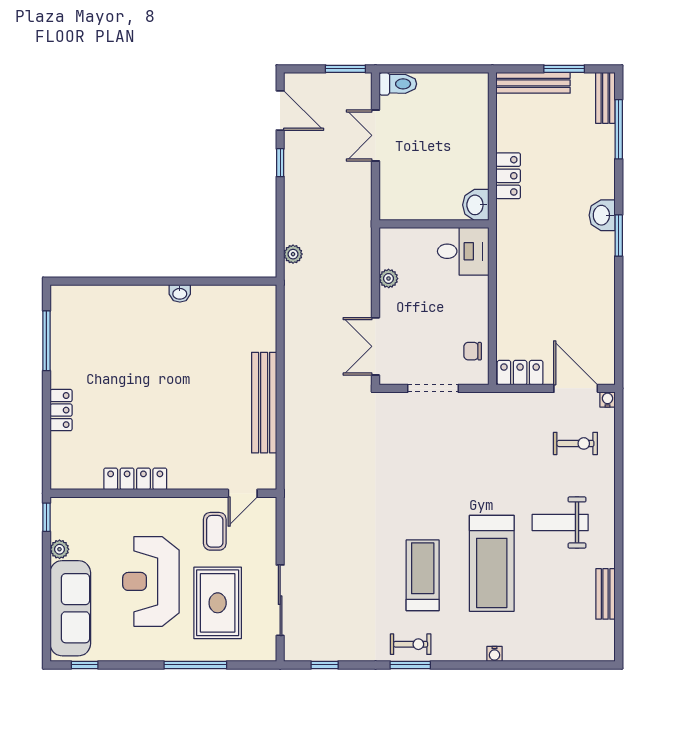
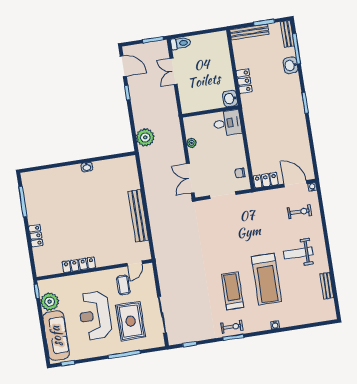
washbasin: (602, 215) -> (291, 65), moved
plant: (293, 254) -> (145, 137), width x1.87, depth x1.87
plant: (59, 549) -> (50, 302), width x1.88, depth x1.88

